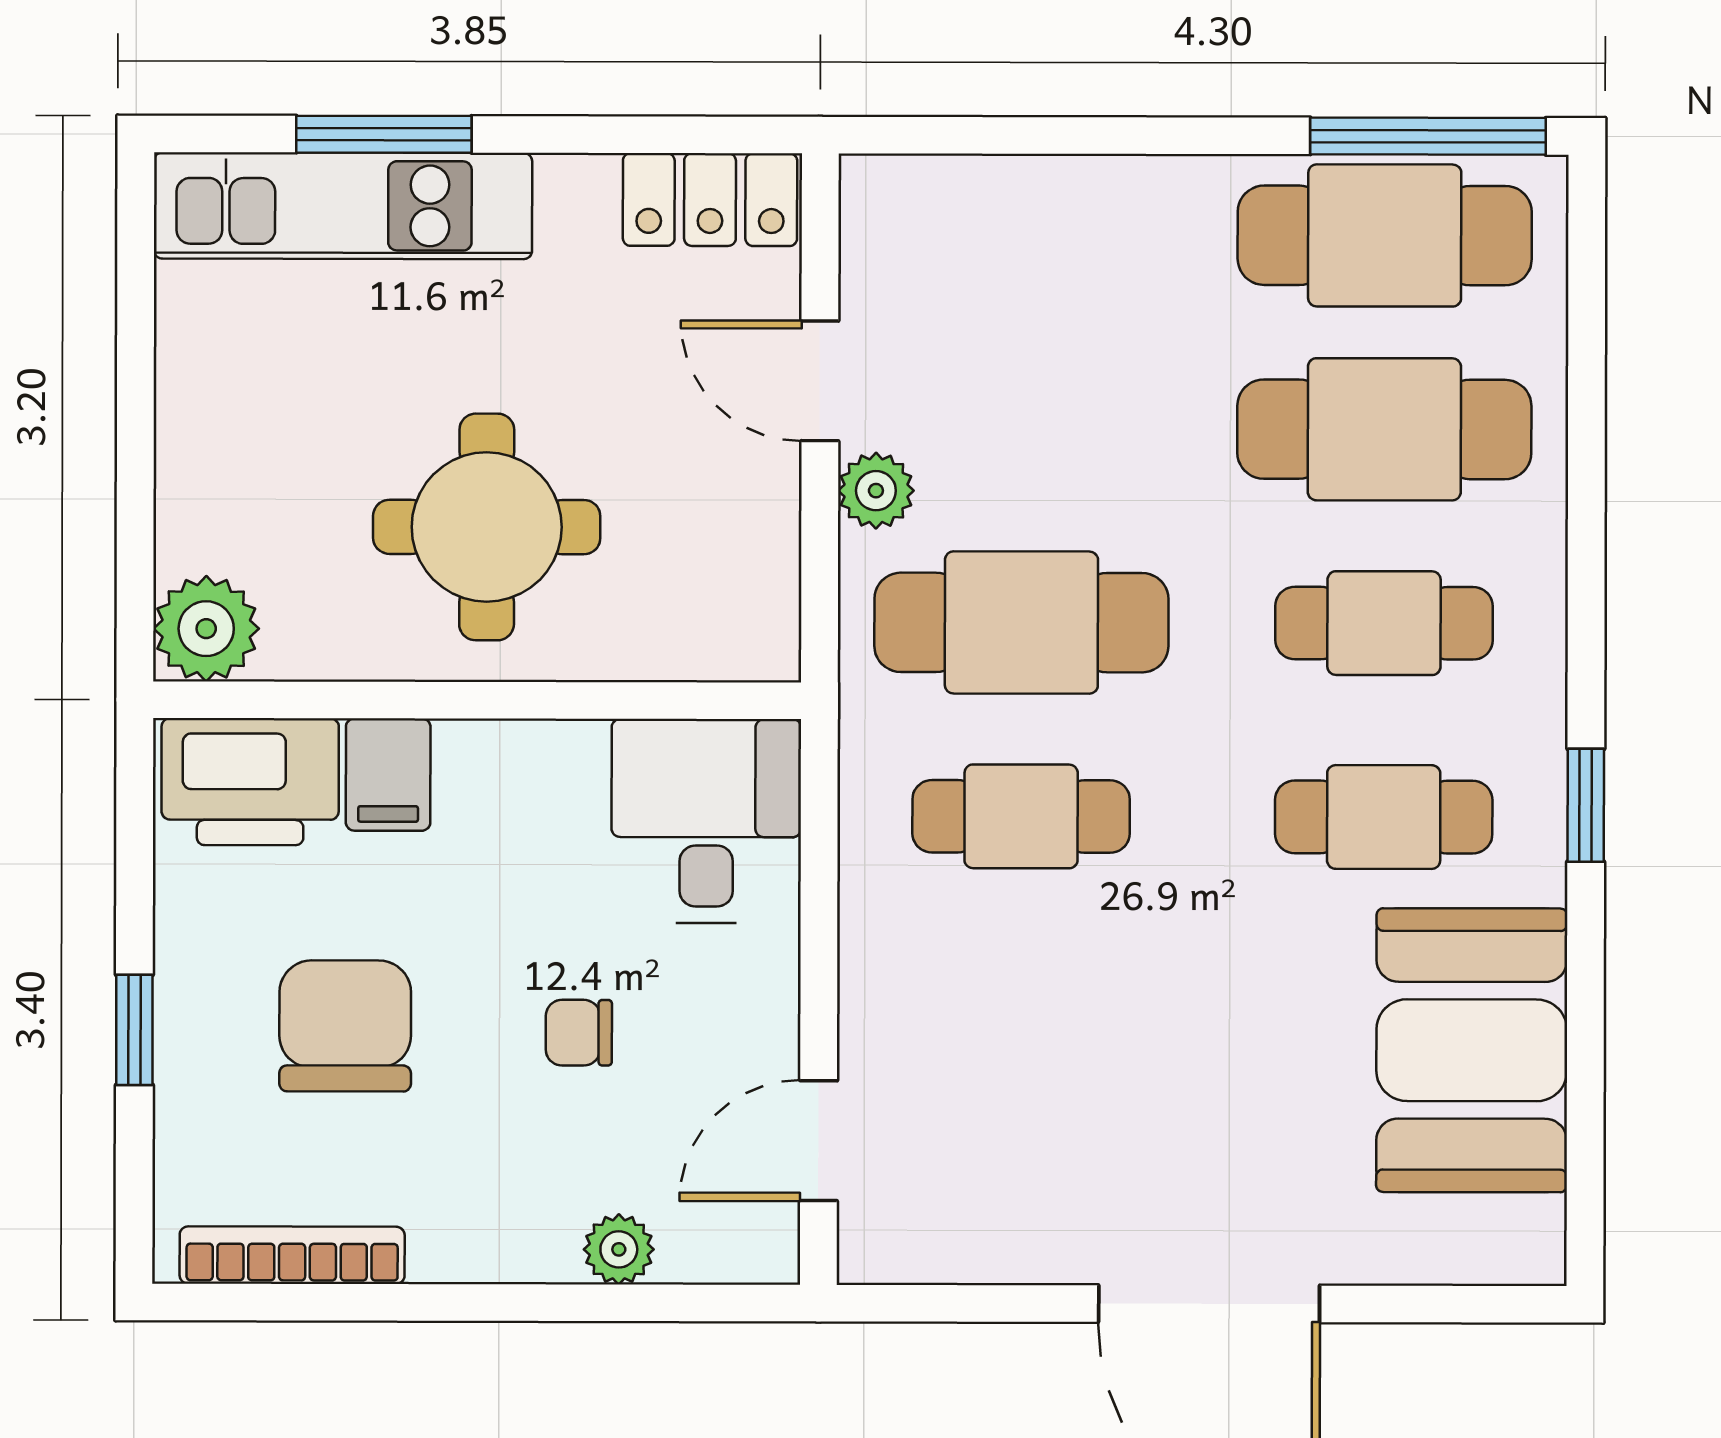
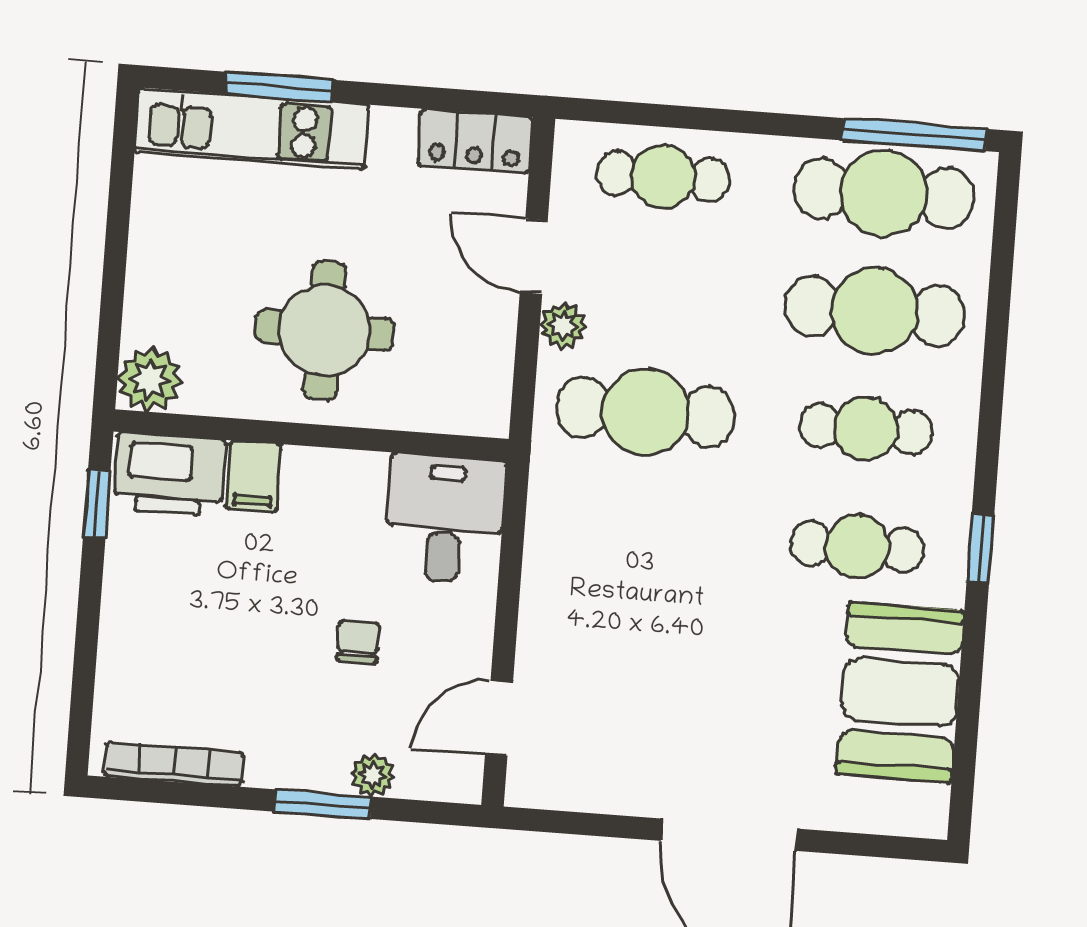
cafe table: (1021, 816) -> (663, 176), moved
chair: (345, 1026) -> (216, 627), removed
window: (134, 1030) -> (97, 504), moved
chair: (579, 1033) -> (358, 642), turned 90
window: (540, 1303) -> (323, 804), added

